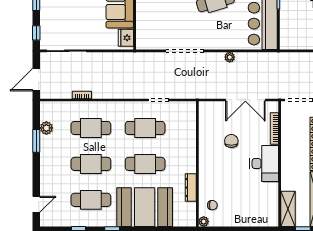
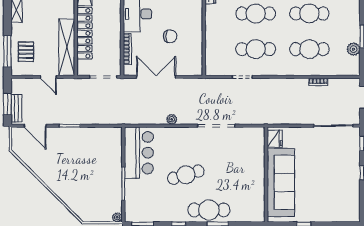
chair: (231, 141) -> (170, 36), turned -90

